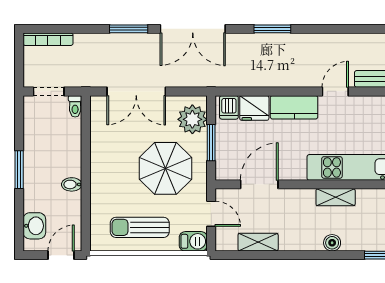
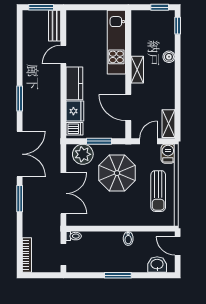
door: (335, 91) -> (63, 55), hinge flipped
shelving: (336, 197) -> (137, 70), moved
shelving: (258, 242) -> (168, 124), moved

